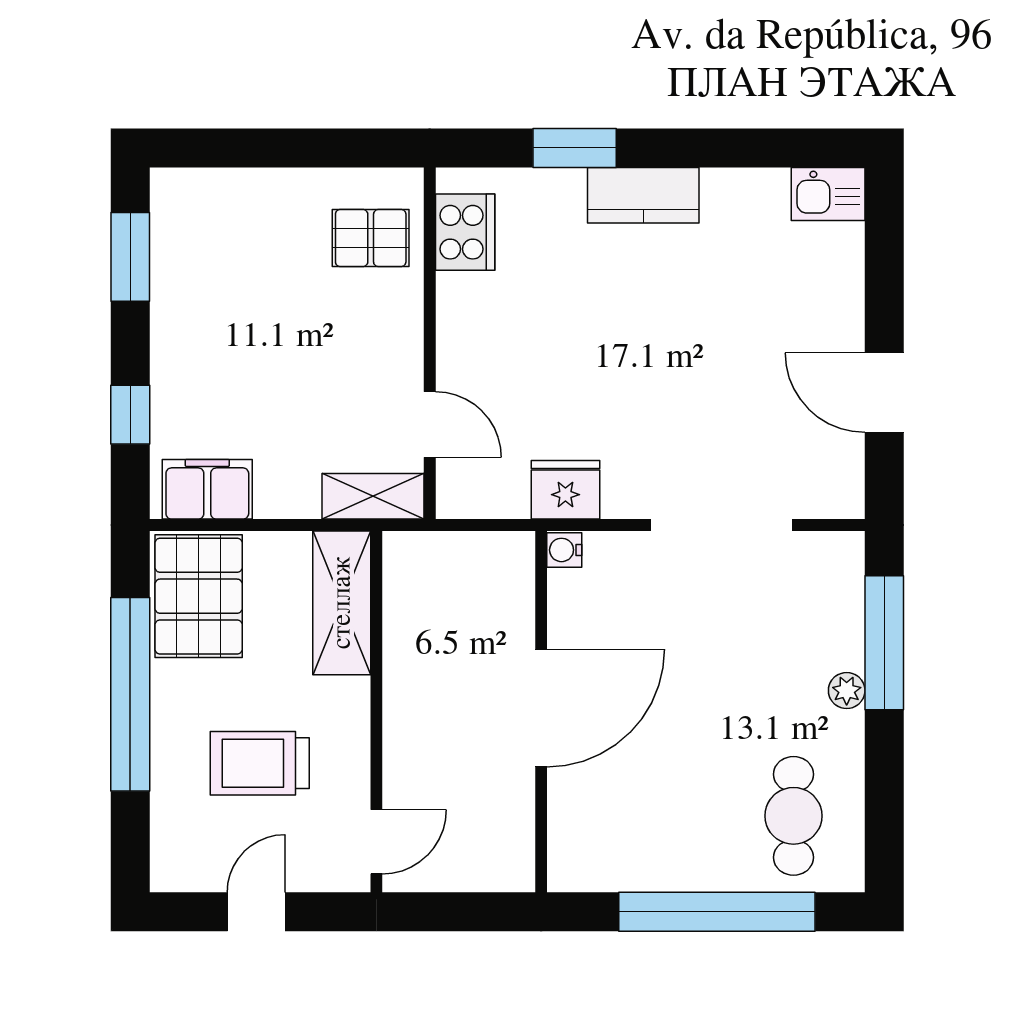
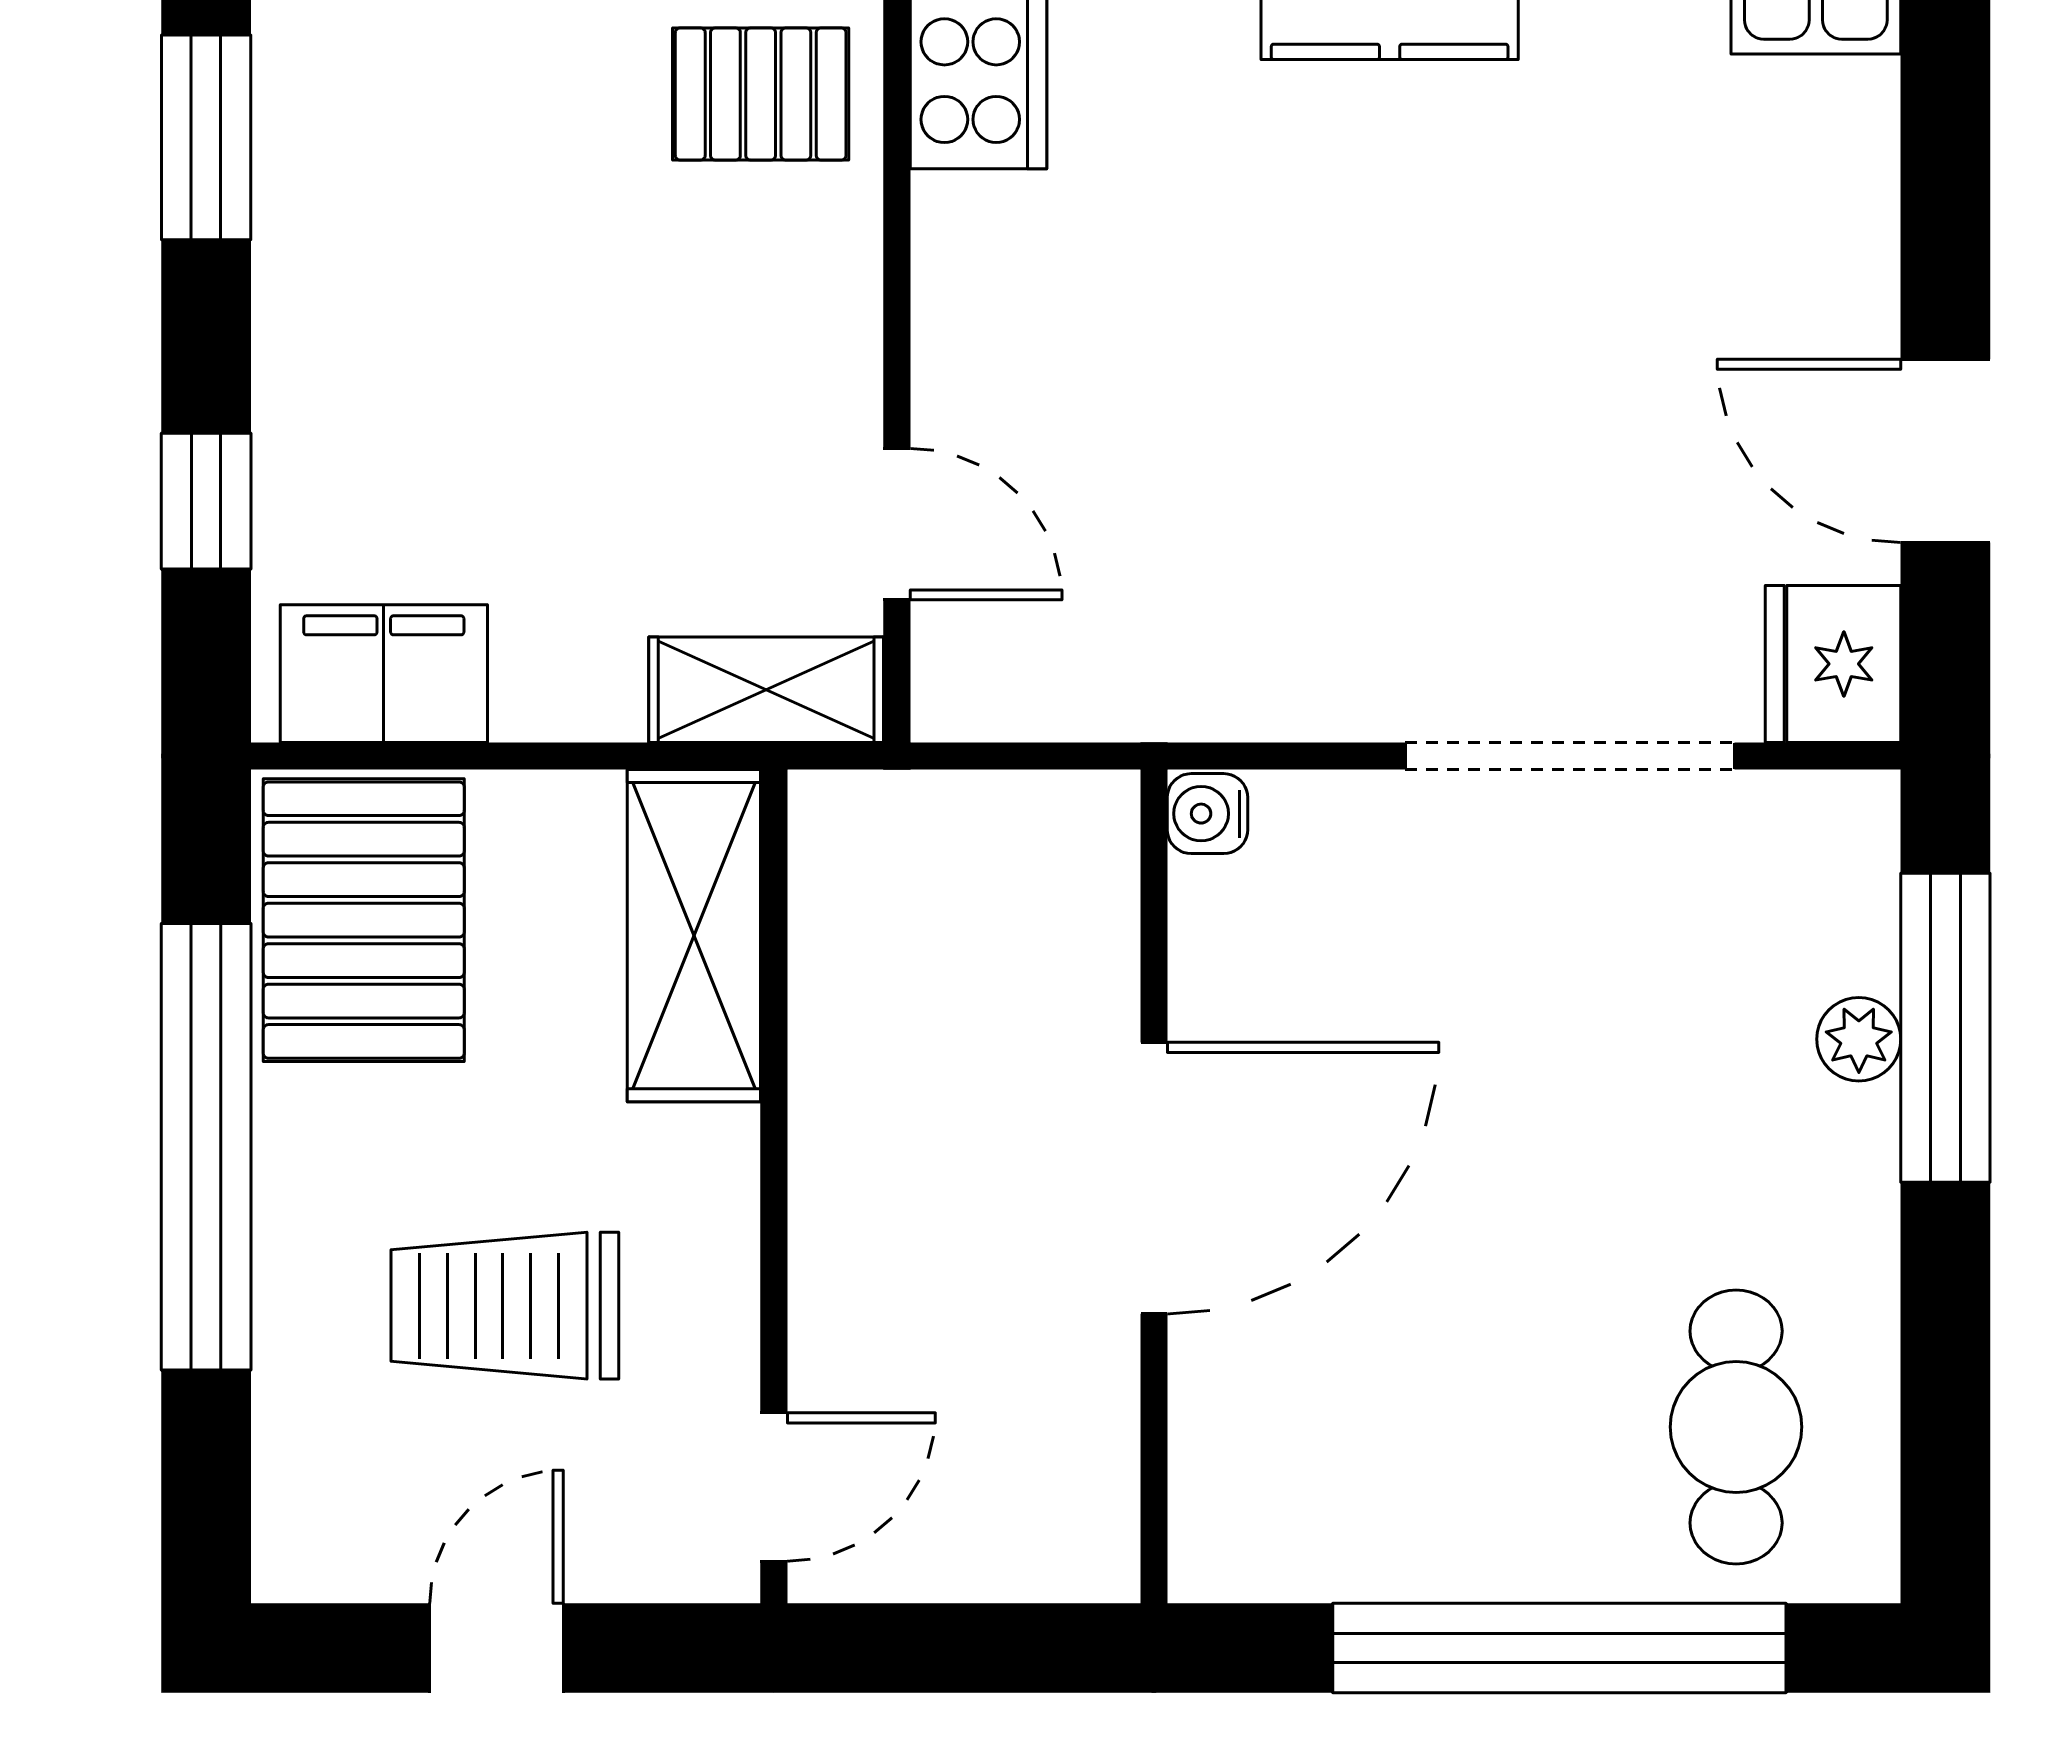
fridge: (565, 490) -> (1833, 664), moved, turned -90
plant: (847, 691) -> (1859, 1039), moved

